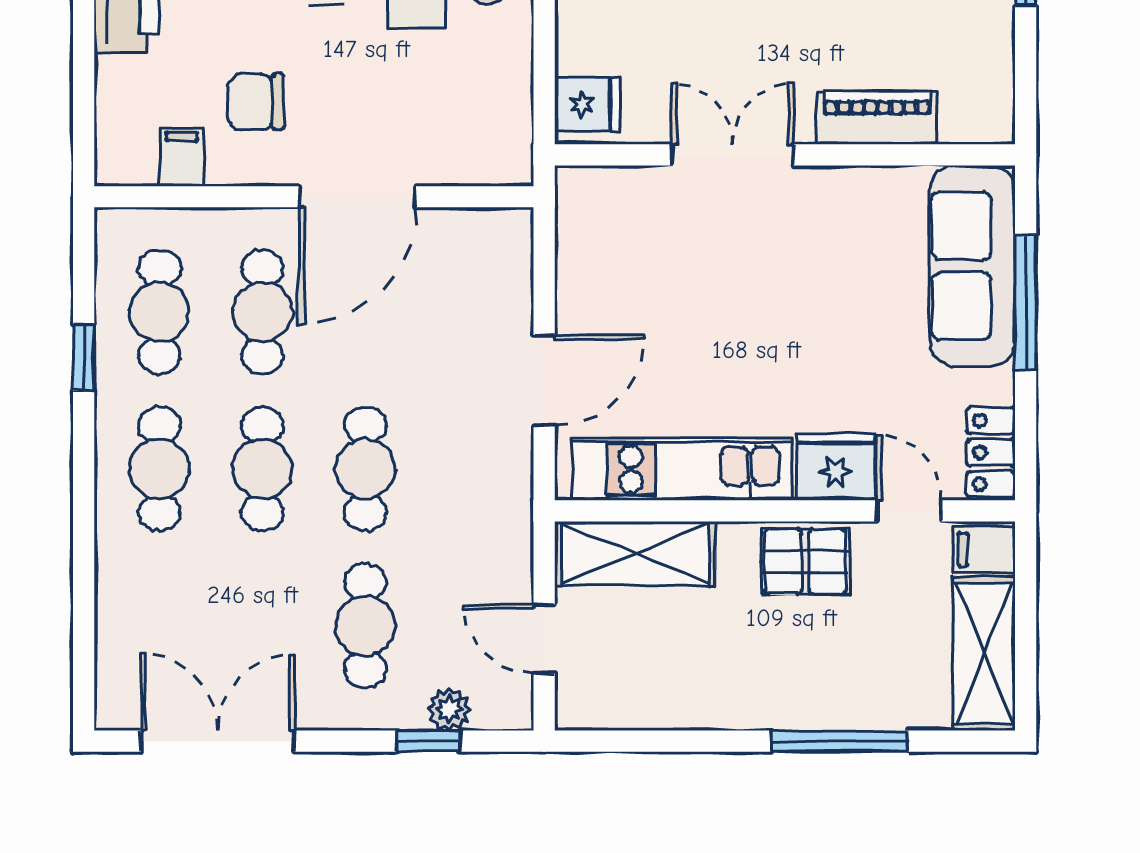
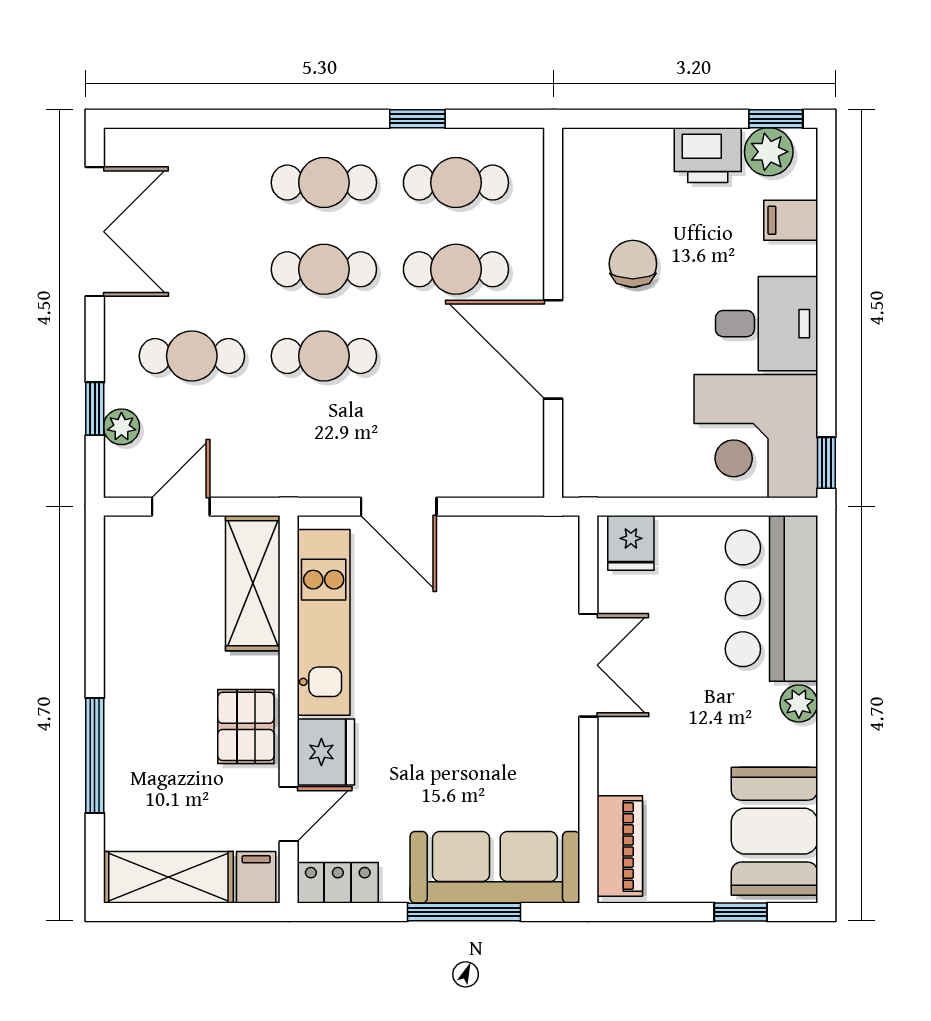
piano: (877, 118) -> (620, 846), moved
filing cabinet: (182, 157) -> (587, 201), removed

